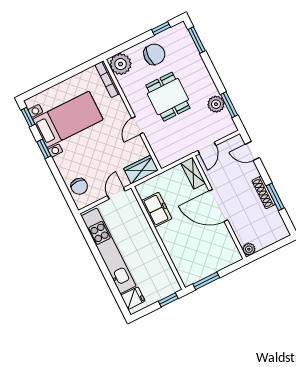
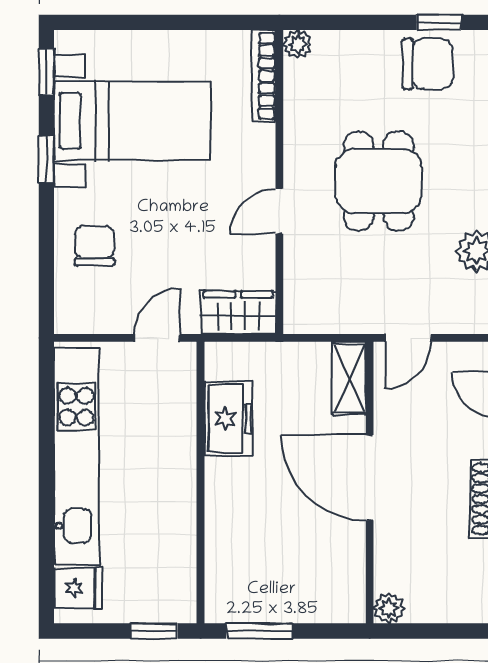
chair: (154, 54) -> (428, 64), moved
plant: (121, 64) -> (297, 44), width x0.53, depth x0.53
chair: (79, 186) -> (94, 246), moved, turned 180

